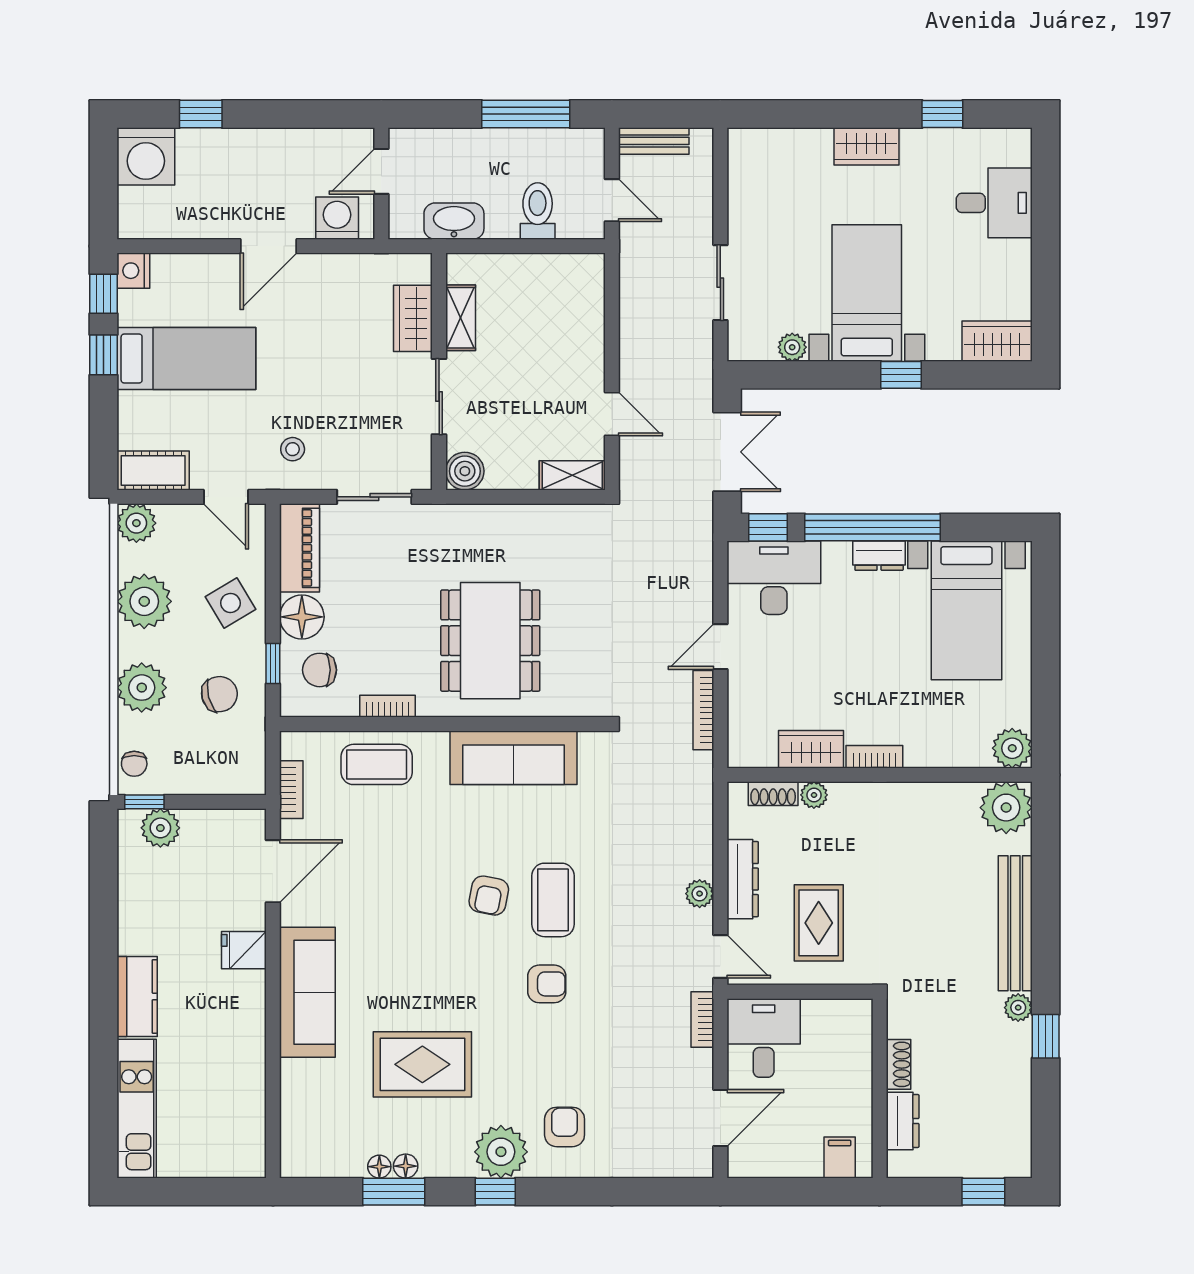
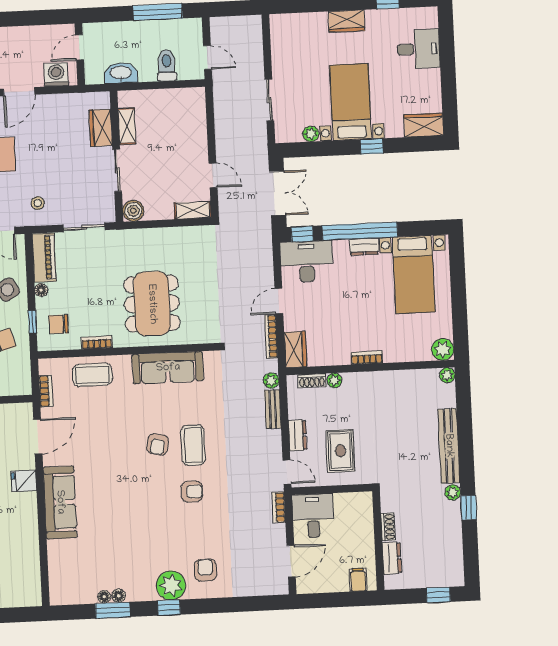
bench: (654, 141) -> (273, 409), moved, turned 90
floor lamp: (302, 617) -> (41, 290), width x0.53, depth x0.53
wardrobe: (811, 749) -> (295, 349), moved, turned 90
plant: (1006, 808) -> (447, 375), width x0.53, depth x0.53
dresser: (743, 879) -> (298, 435), width x0.70
plant: (700, 894) -> (271, 381), moved
rug: (422, 1064) -> (125, 539), removed

